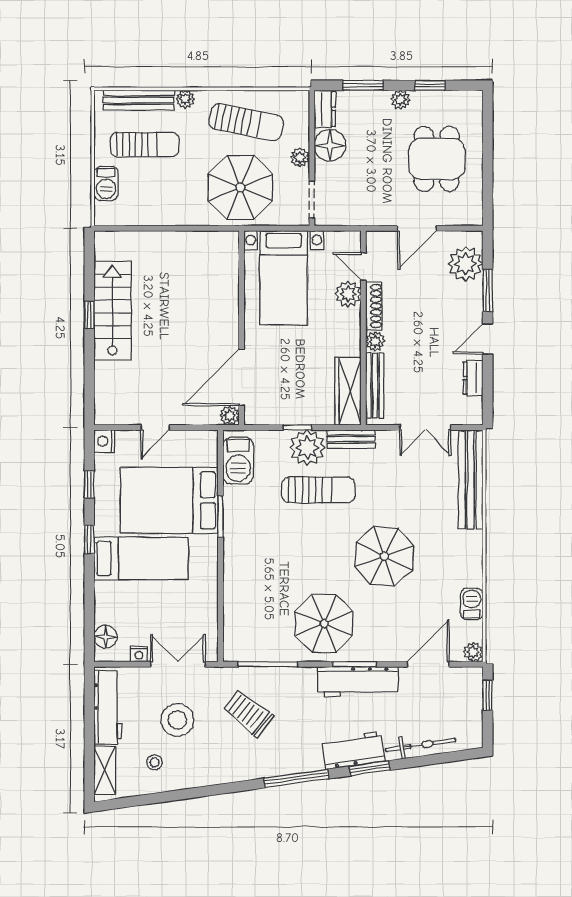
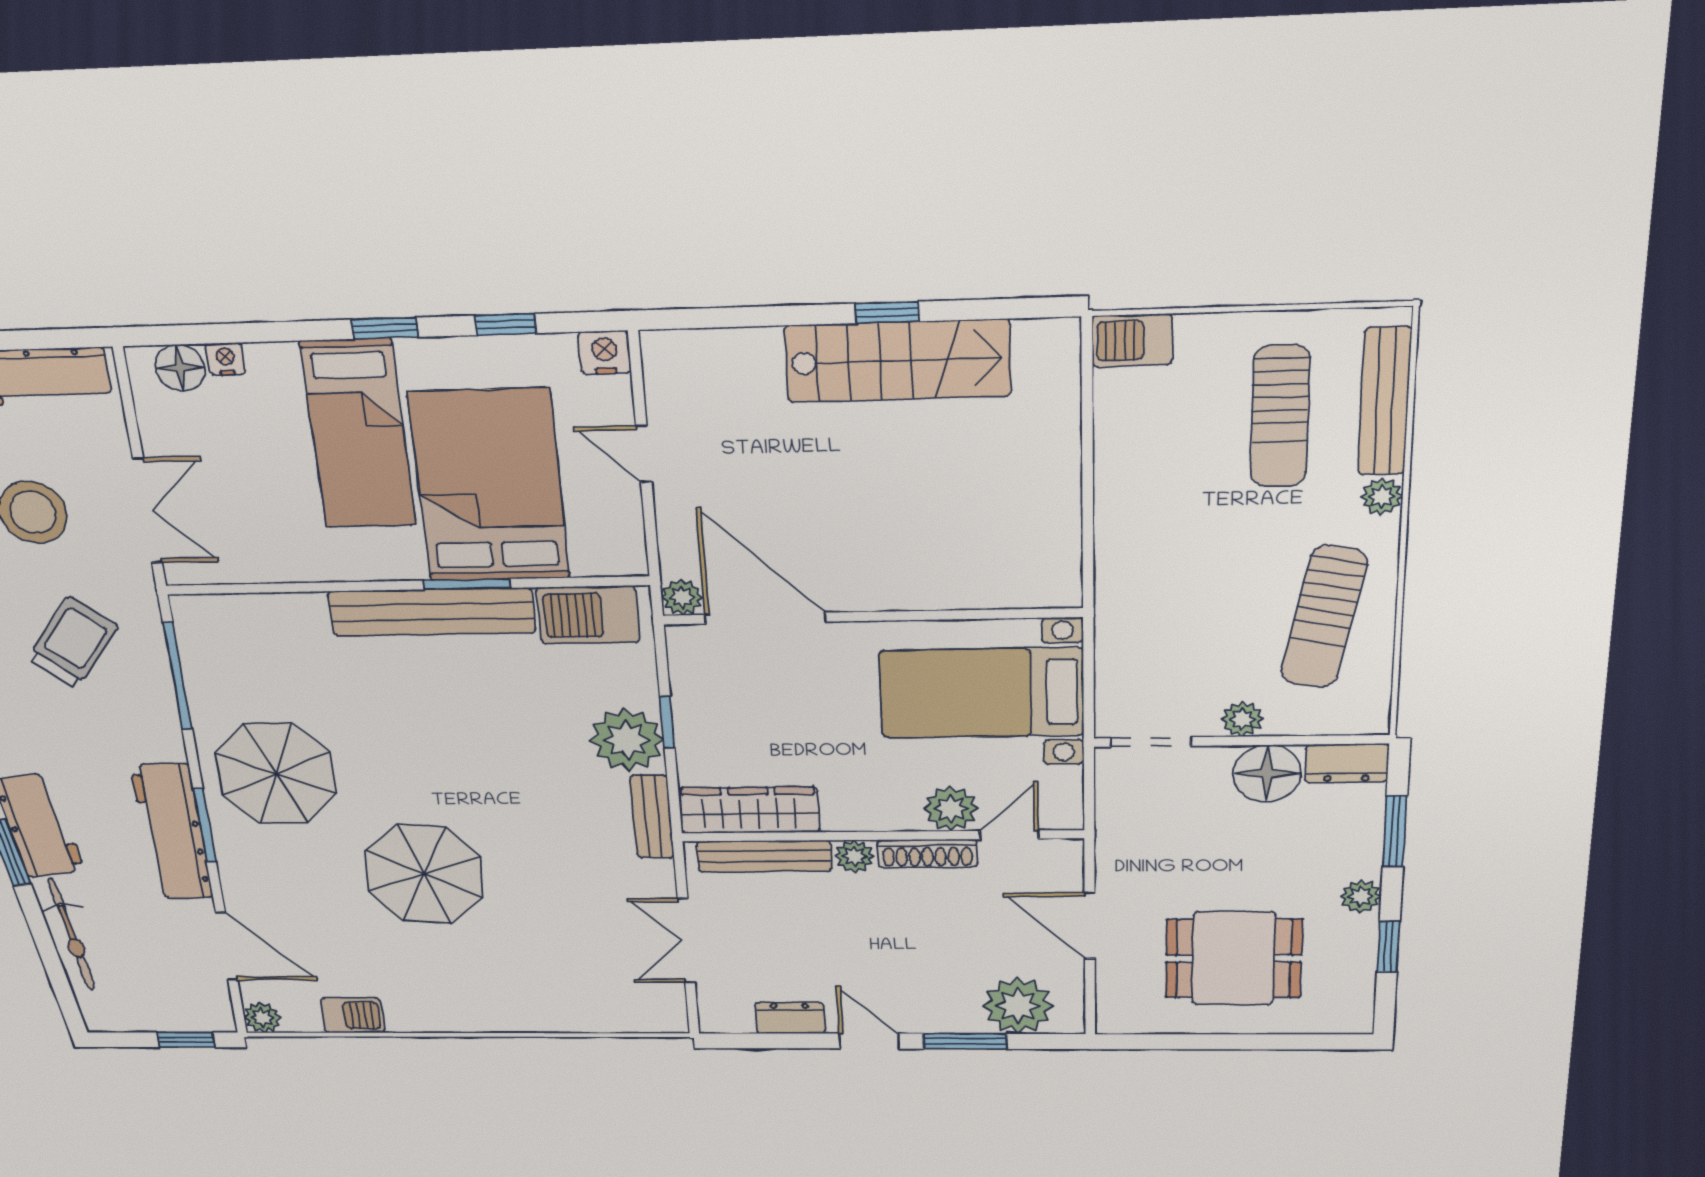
barbecue: (106, 183) -> (1132, 340), moved
parasol: (240, 187) -> (1179, 609), removed
bench: (471, 480) -> (432, 612), moved
sun lounger: (318, 490) -> (543, 761), removed
nightstand: (139, 654) -> (225, 359), moved, turned 90

